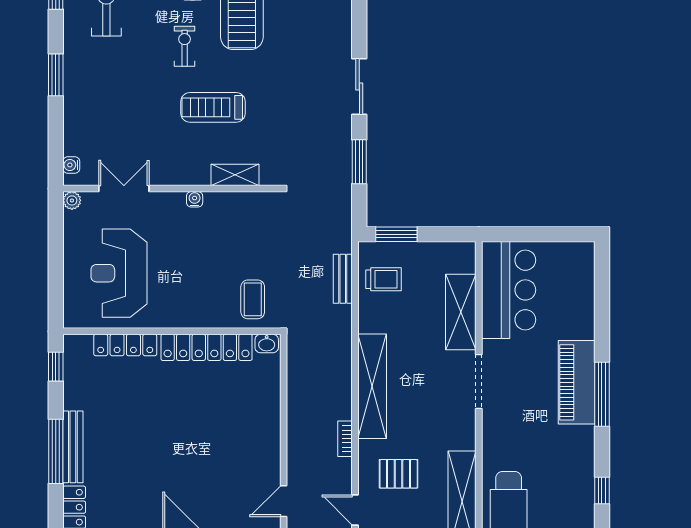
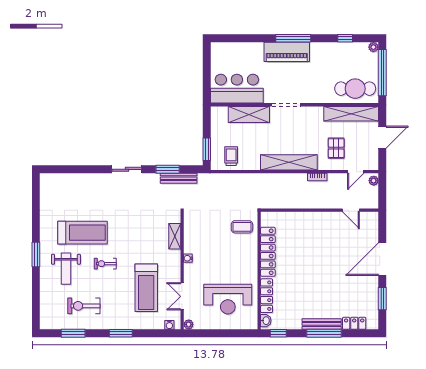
treadmill: (213, 107) -> (146, 288), moved, width x1.37, depth x1.38
bench: (343, 279) -> (179, 178), moved, width x1.36
washbasin: (267, 344) -> (266, 321), moved

